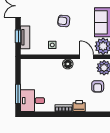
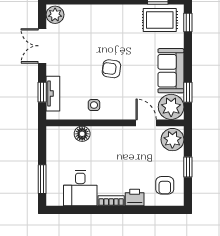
floor lamp: (68, 64) -> (82, 134), moved
armchair: (98, 86) -> (165, 185), moved
desk: (33, 101) -> (80, 188), moved, turned -90

